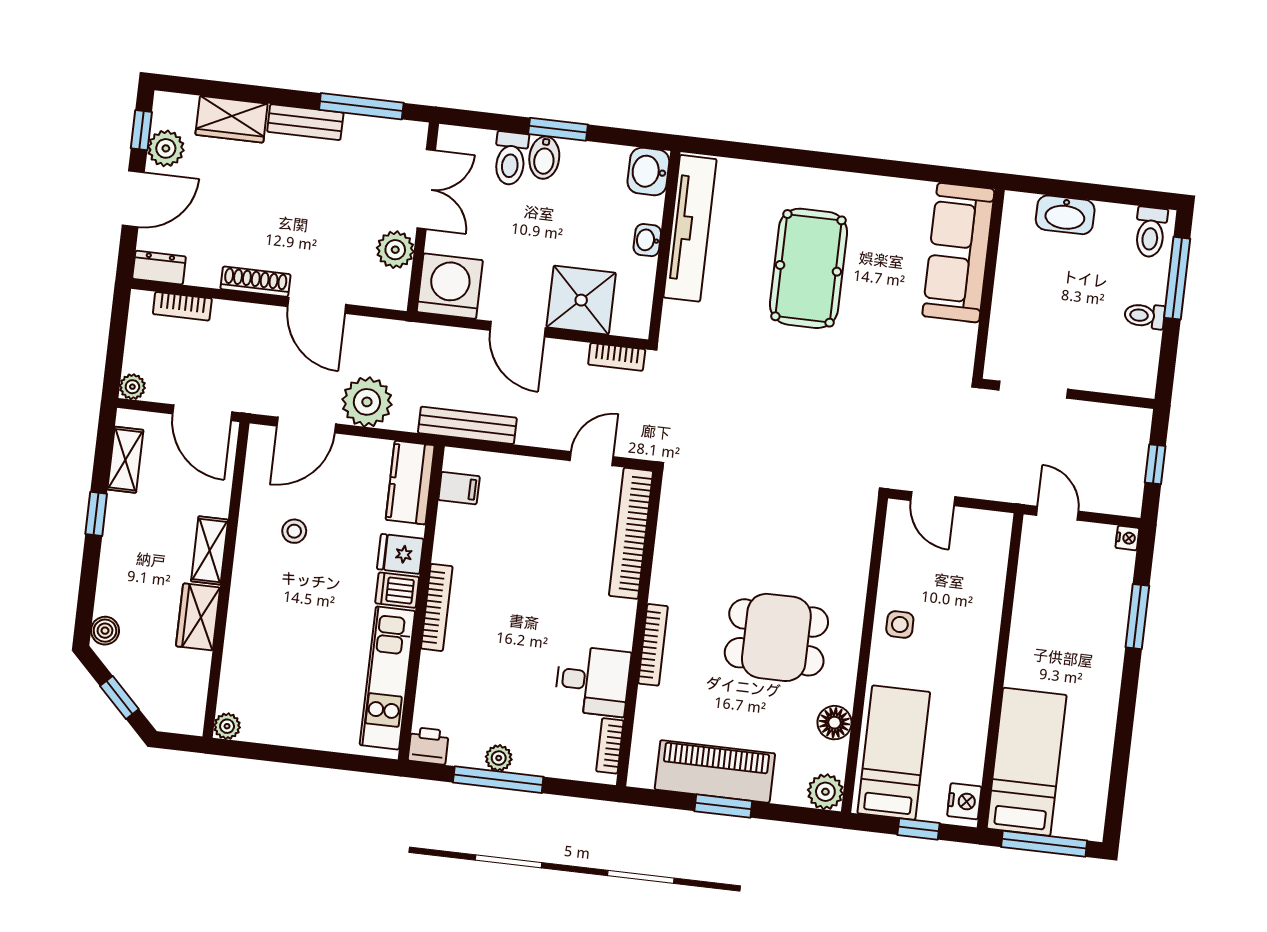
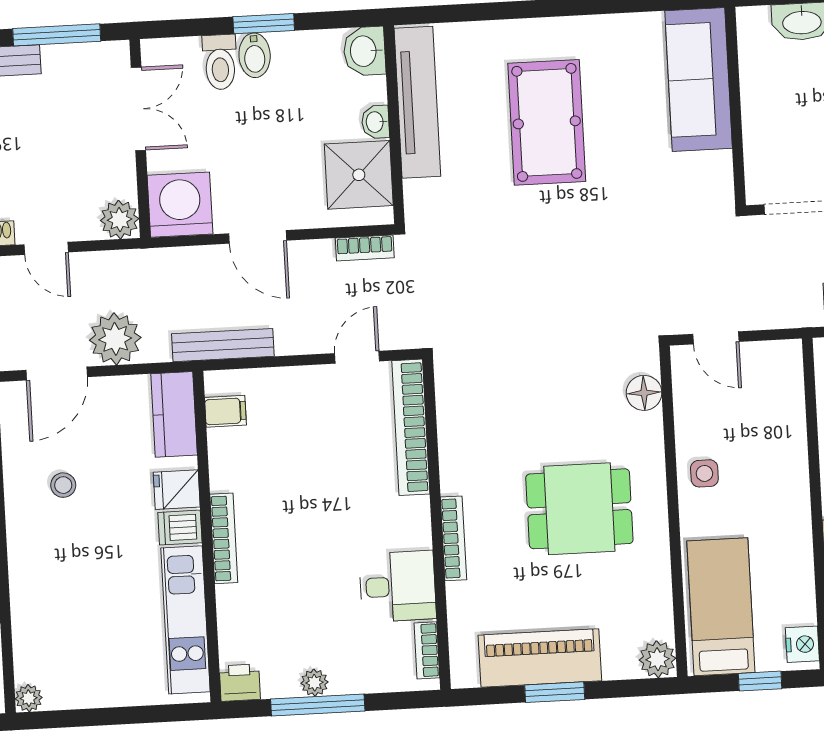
plant: (395, 250) -> (120, 220), moved
shower: (581, 300) -> (359, 175), moved
door: (317, 306) -> (46, 248), width x0.73
floor lamp: (834, 723) -> (644, 393), moved

